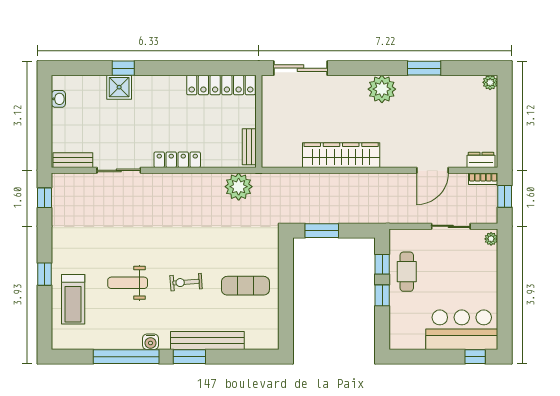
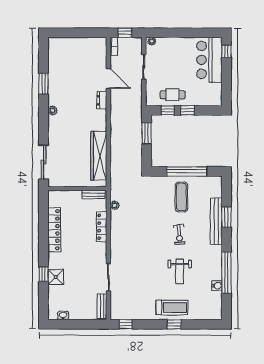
plant: (490, 82) -> (53, 42), removed
locker: (221, 85) -> (54, 230), moved
plant: (382, 89) -> (53, 111), width x0.53, depth x0.53
wardrobe: (341, 155) -> (99, 156), moved
locker: (177, 160) -> (102, 227), moved
dresser: (481, 160) -> (102, 100), moved
plant: (239, 187) -> (115, 205), width x0.53, depth x0.53
window: (322, 231) -> (147, 133), moved
window: (286, 294) -> (187, 171), added
treadmill: (73, 299) -> (172, 307), moved
water cooler: (150, 342) -> (217, 286), moved
window: (189, 357) -> (226, 217), moved

